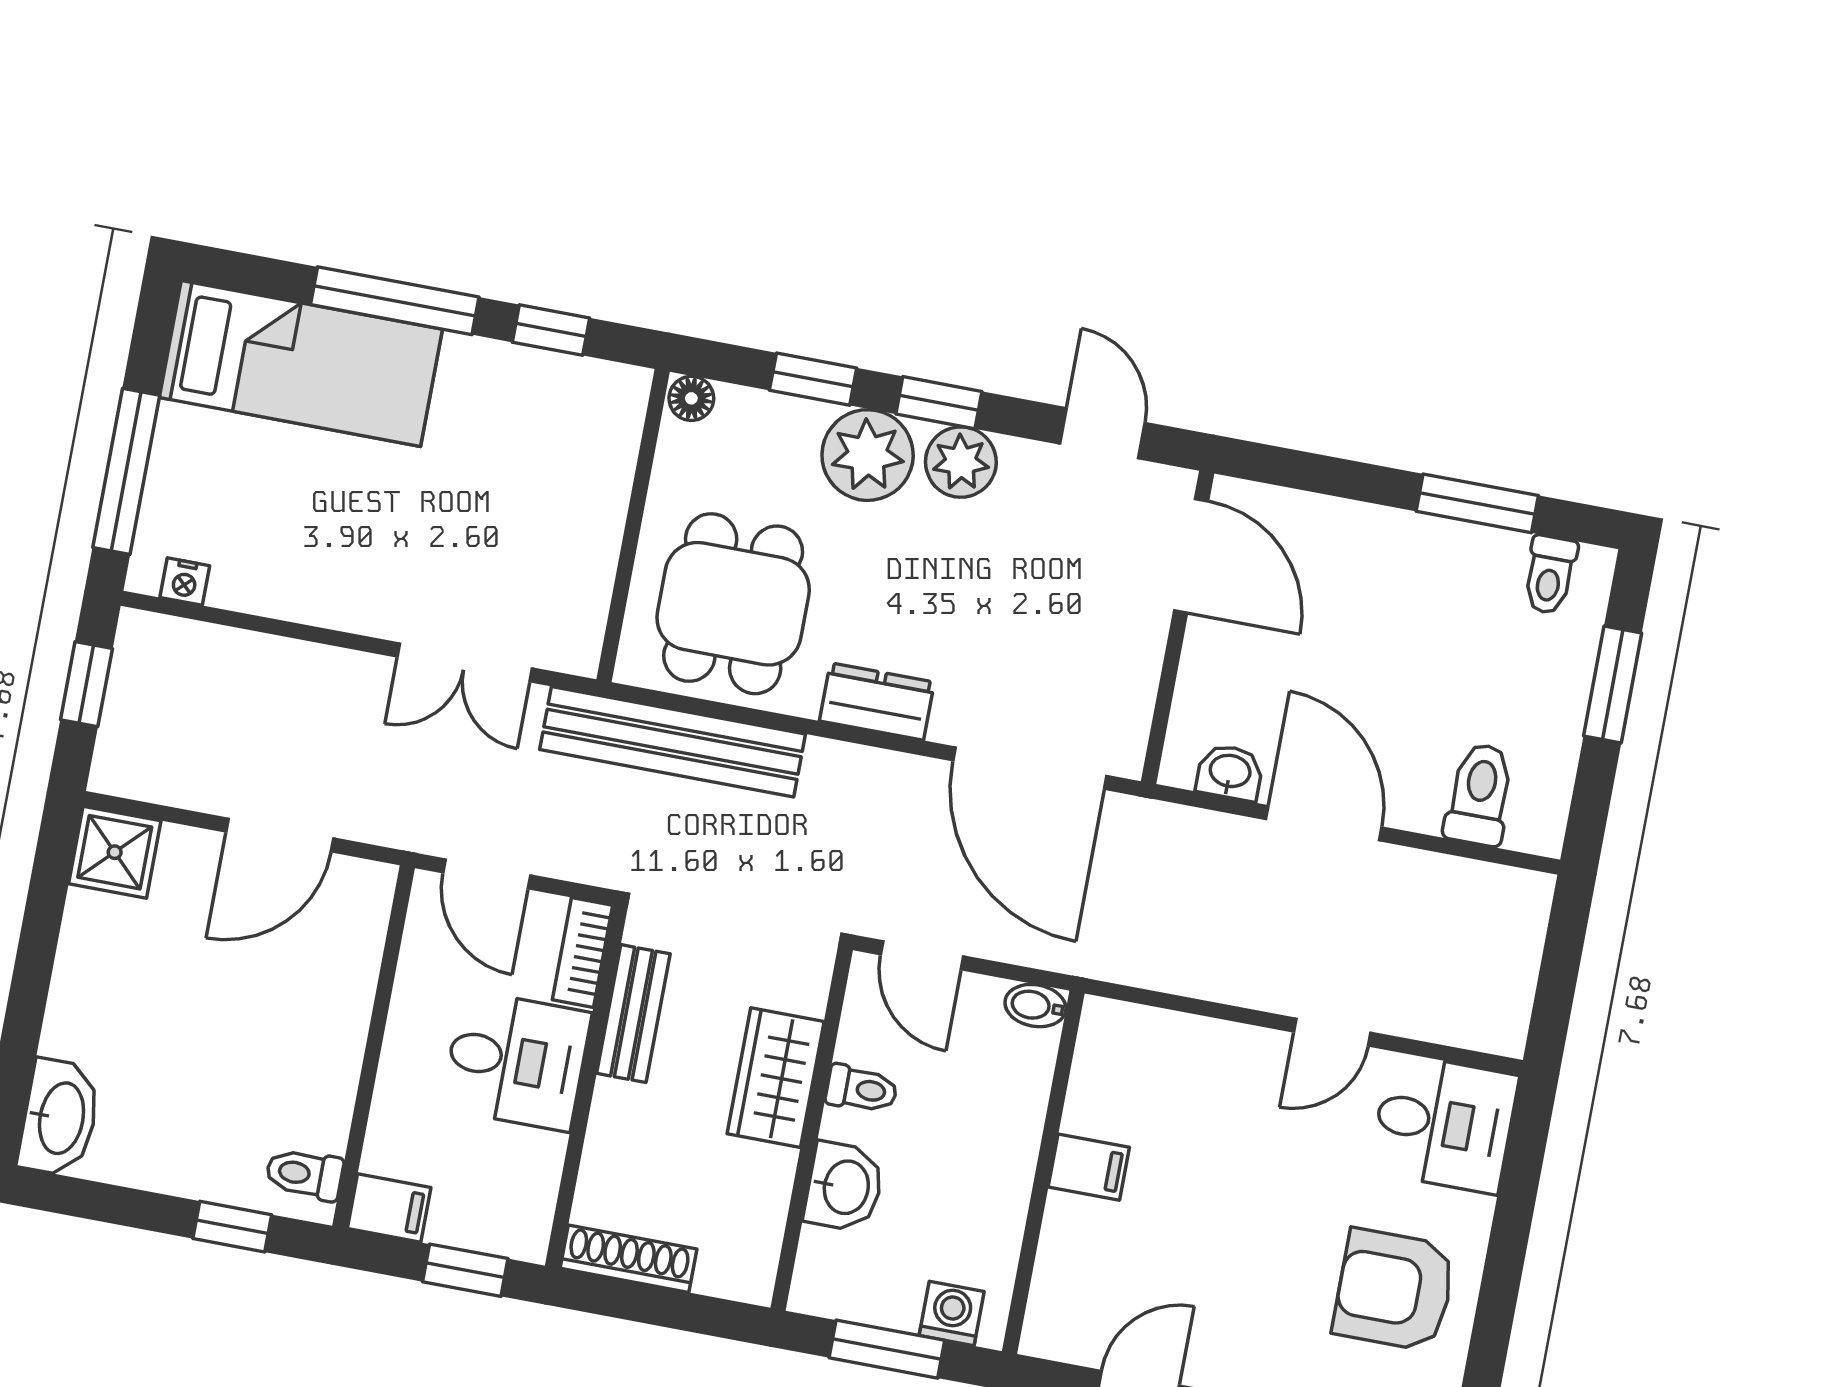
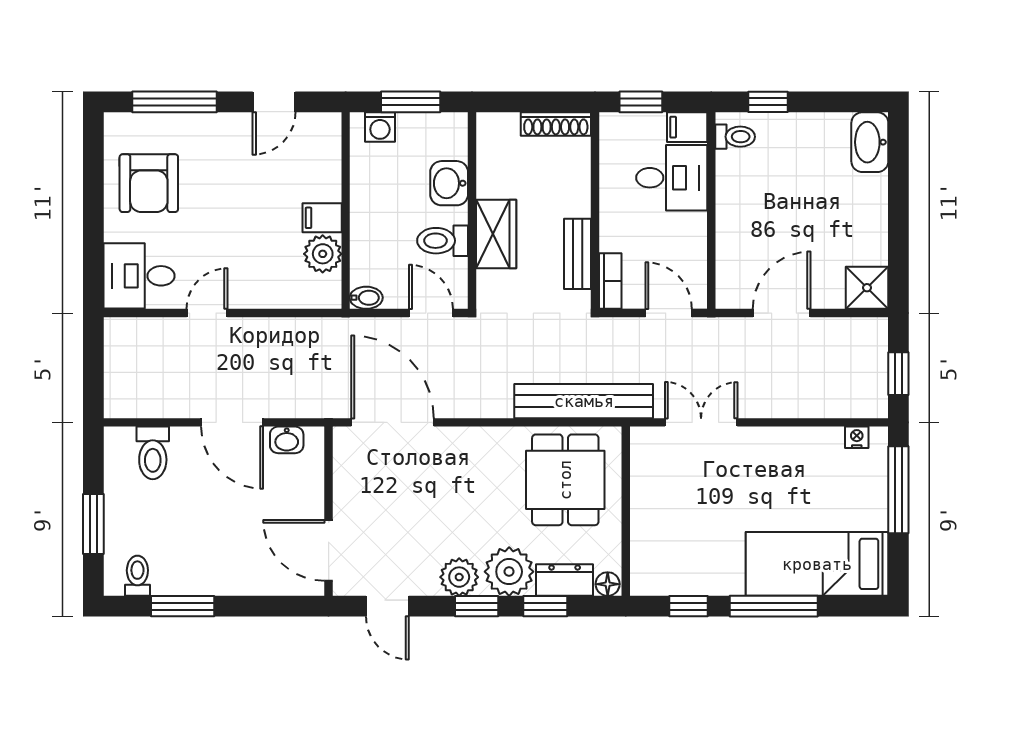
dresser: (877, 702) -> (565, 580), moved, turned 180
desk: (516, 1061) -> (672, 178), moved, turned 180
toilet: (862, 1089) -> (443, 241), width x1.37, depth x1.39
plant: (1100, 1101) -> (323, 254), added
armchair: (1394, 1290) -> (149, 183), turned 90

